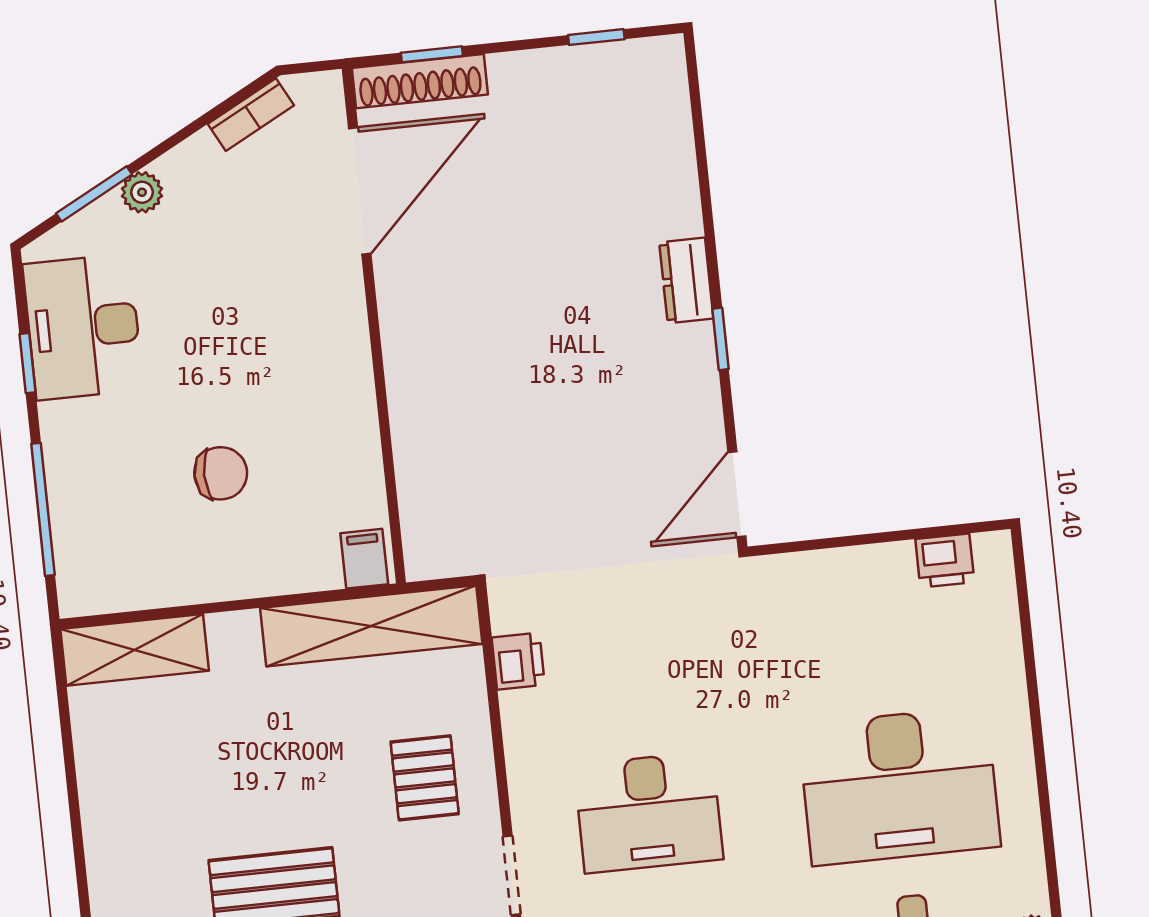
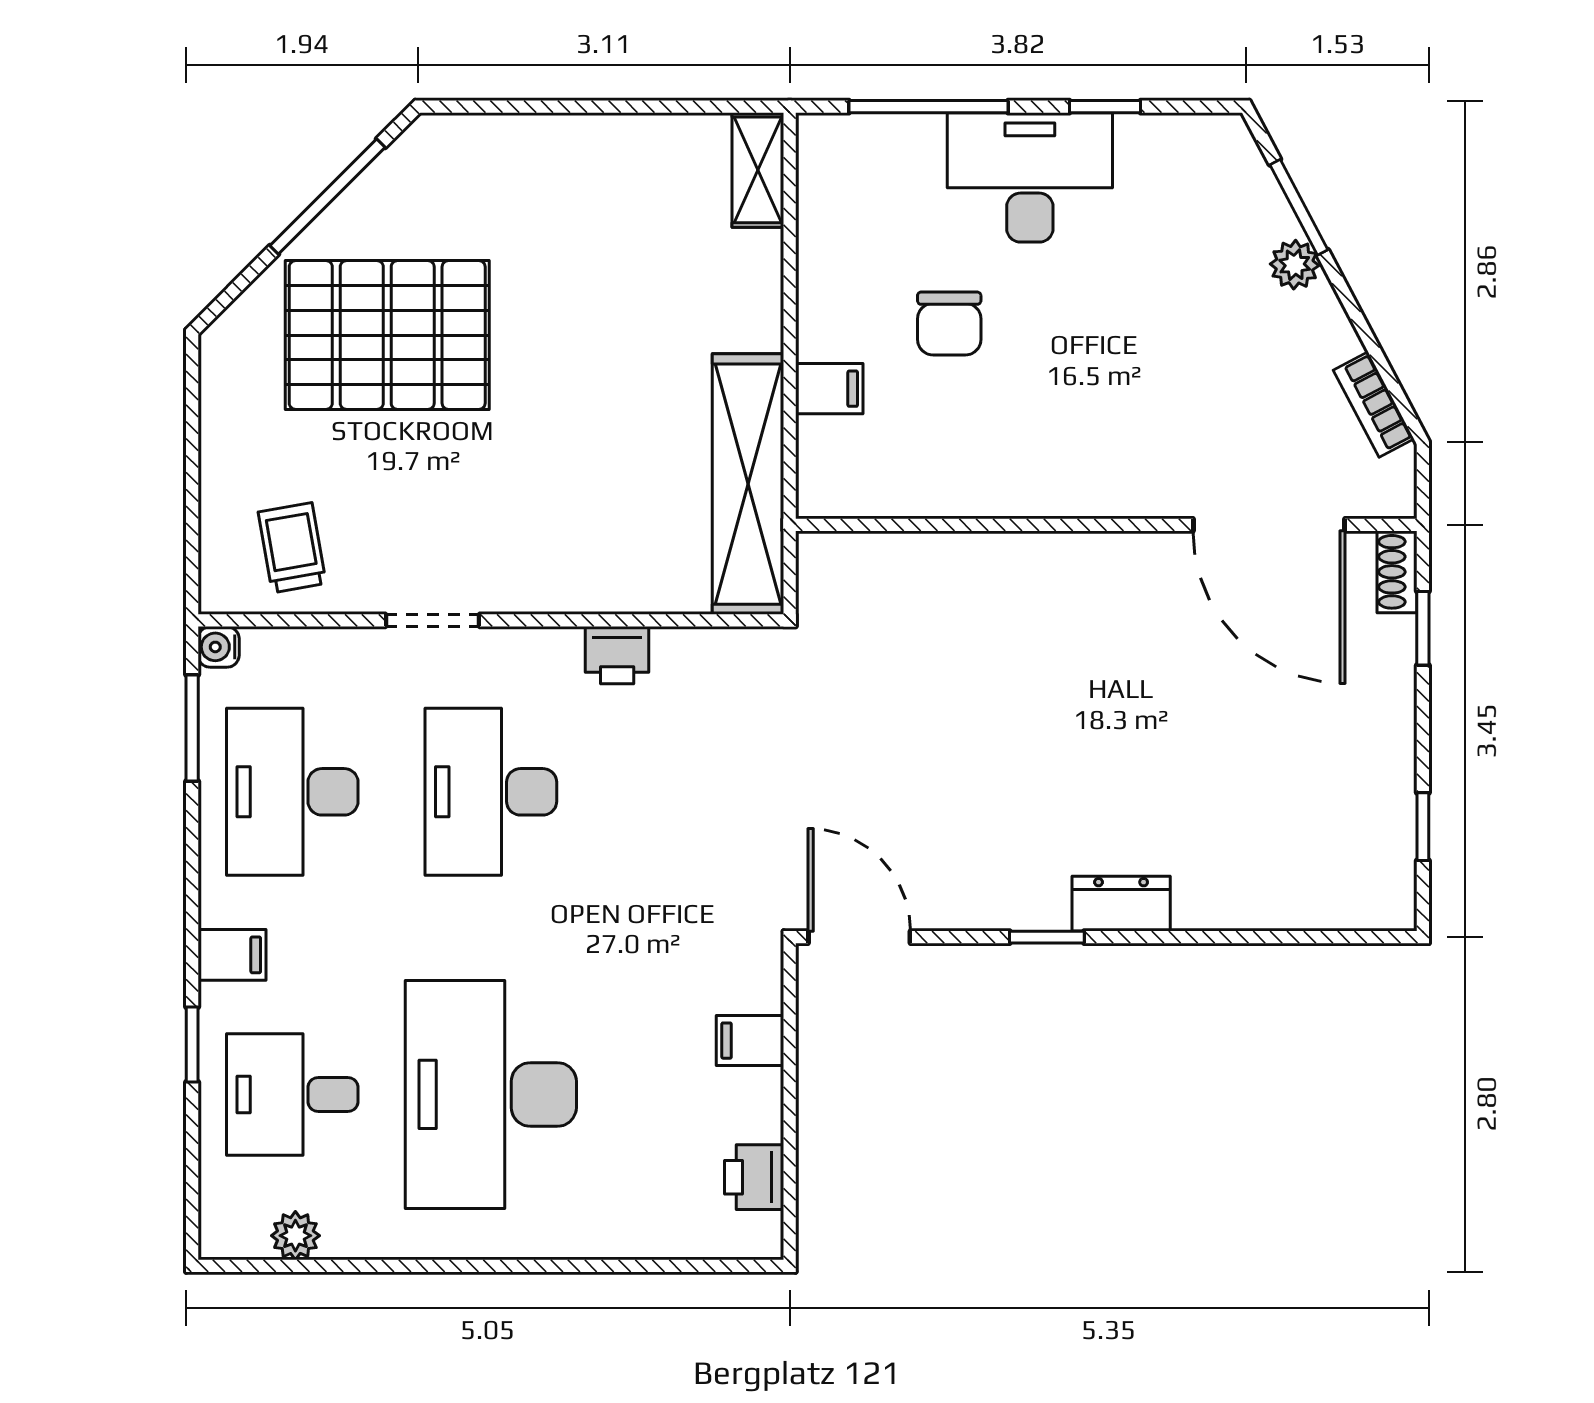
shoe rack: (420, 81) -> (1397, 572), width x0.51, depth x0.81
desk: (83, 327) -> (1030, 177), moved
filing cabinet: (364, 559) -> (829, 389), moved
filing cabinet: (832, 576) -> (750, 1041), added
shelving: (135, 650) -> (758, 170), width x0.67, depth x0.75
printer: (518, 661) -> (617, 655), moved
pallet: (425, 778) -> (560, 529), removed

